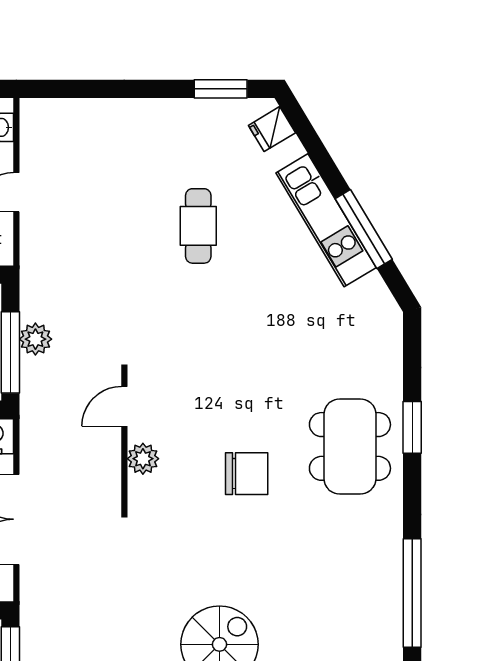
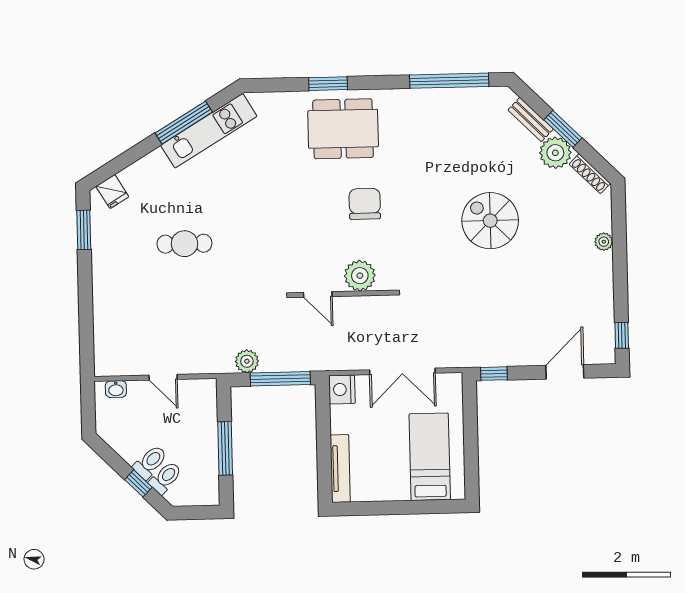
kitchen unit: (326, 220) -> (209, 131), moved
plant: (35, 339) -> (247, 361), moved
plant: (143, 459) -> (360, 276), width x1.36, depth x1.36

